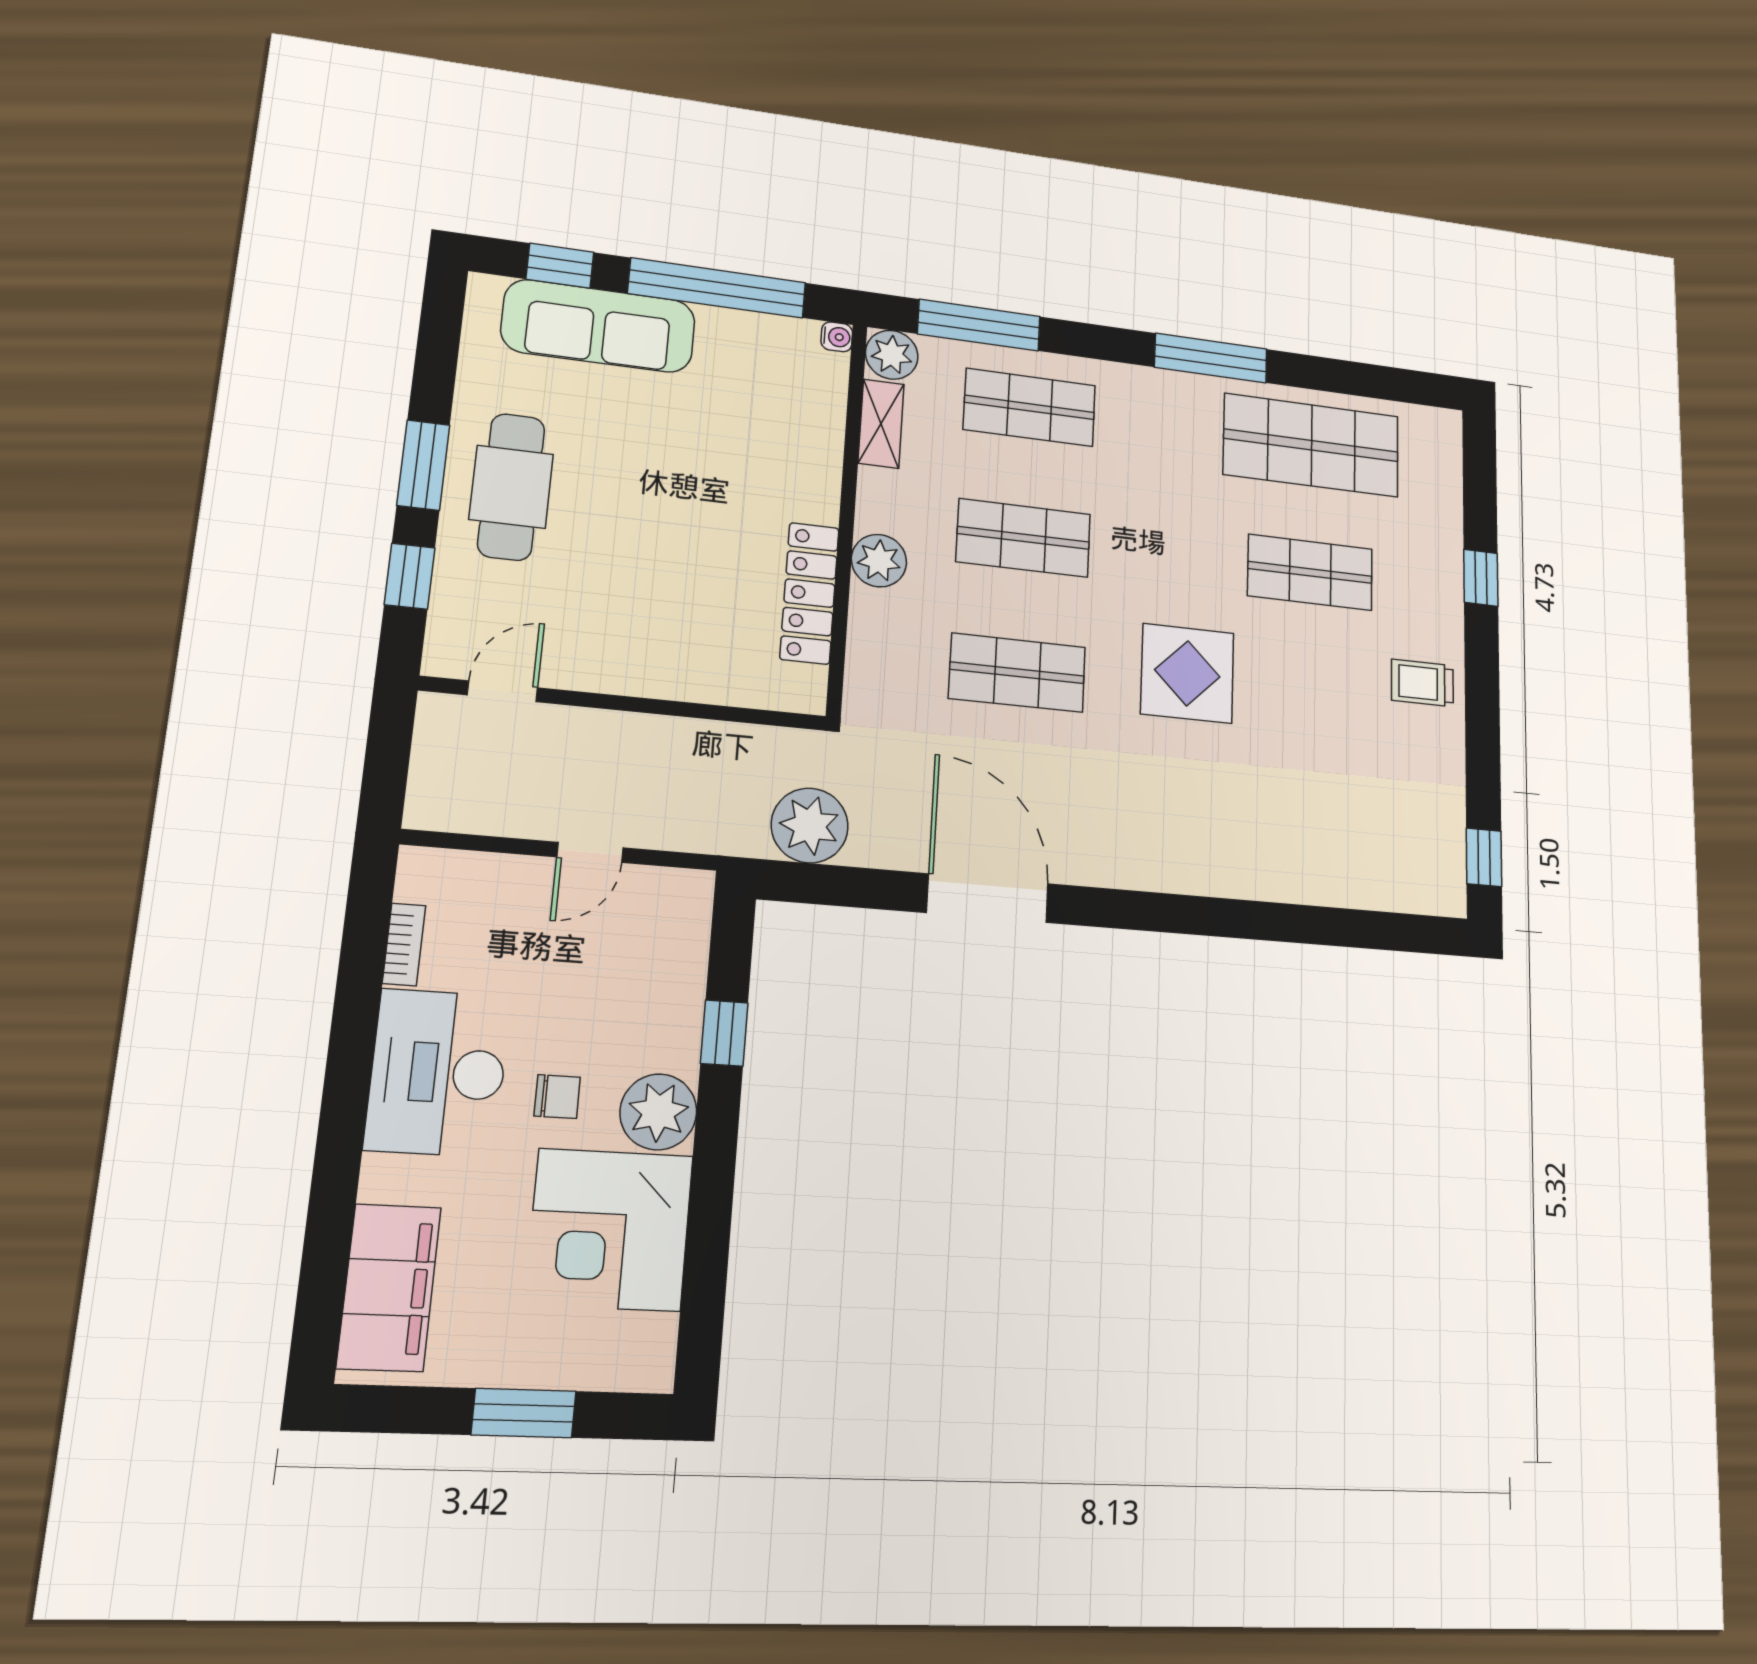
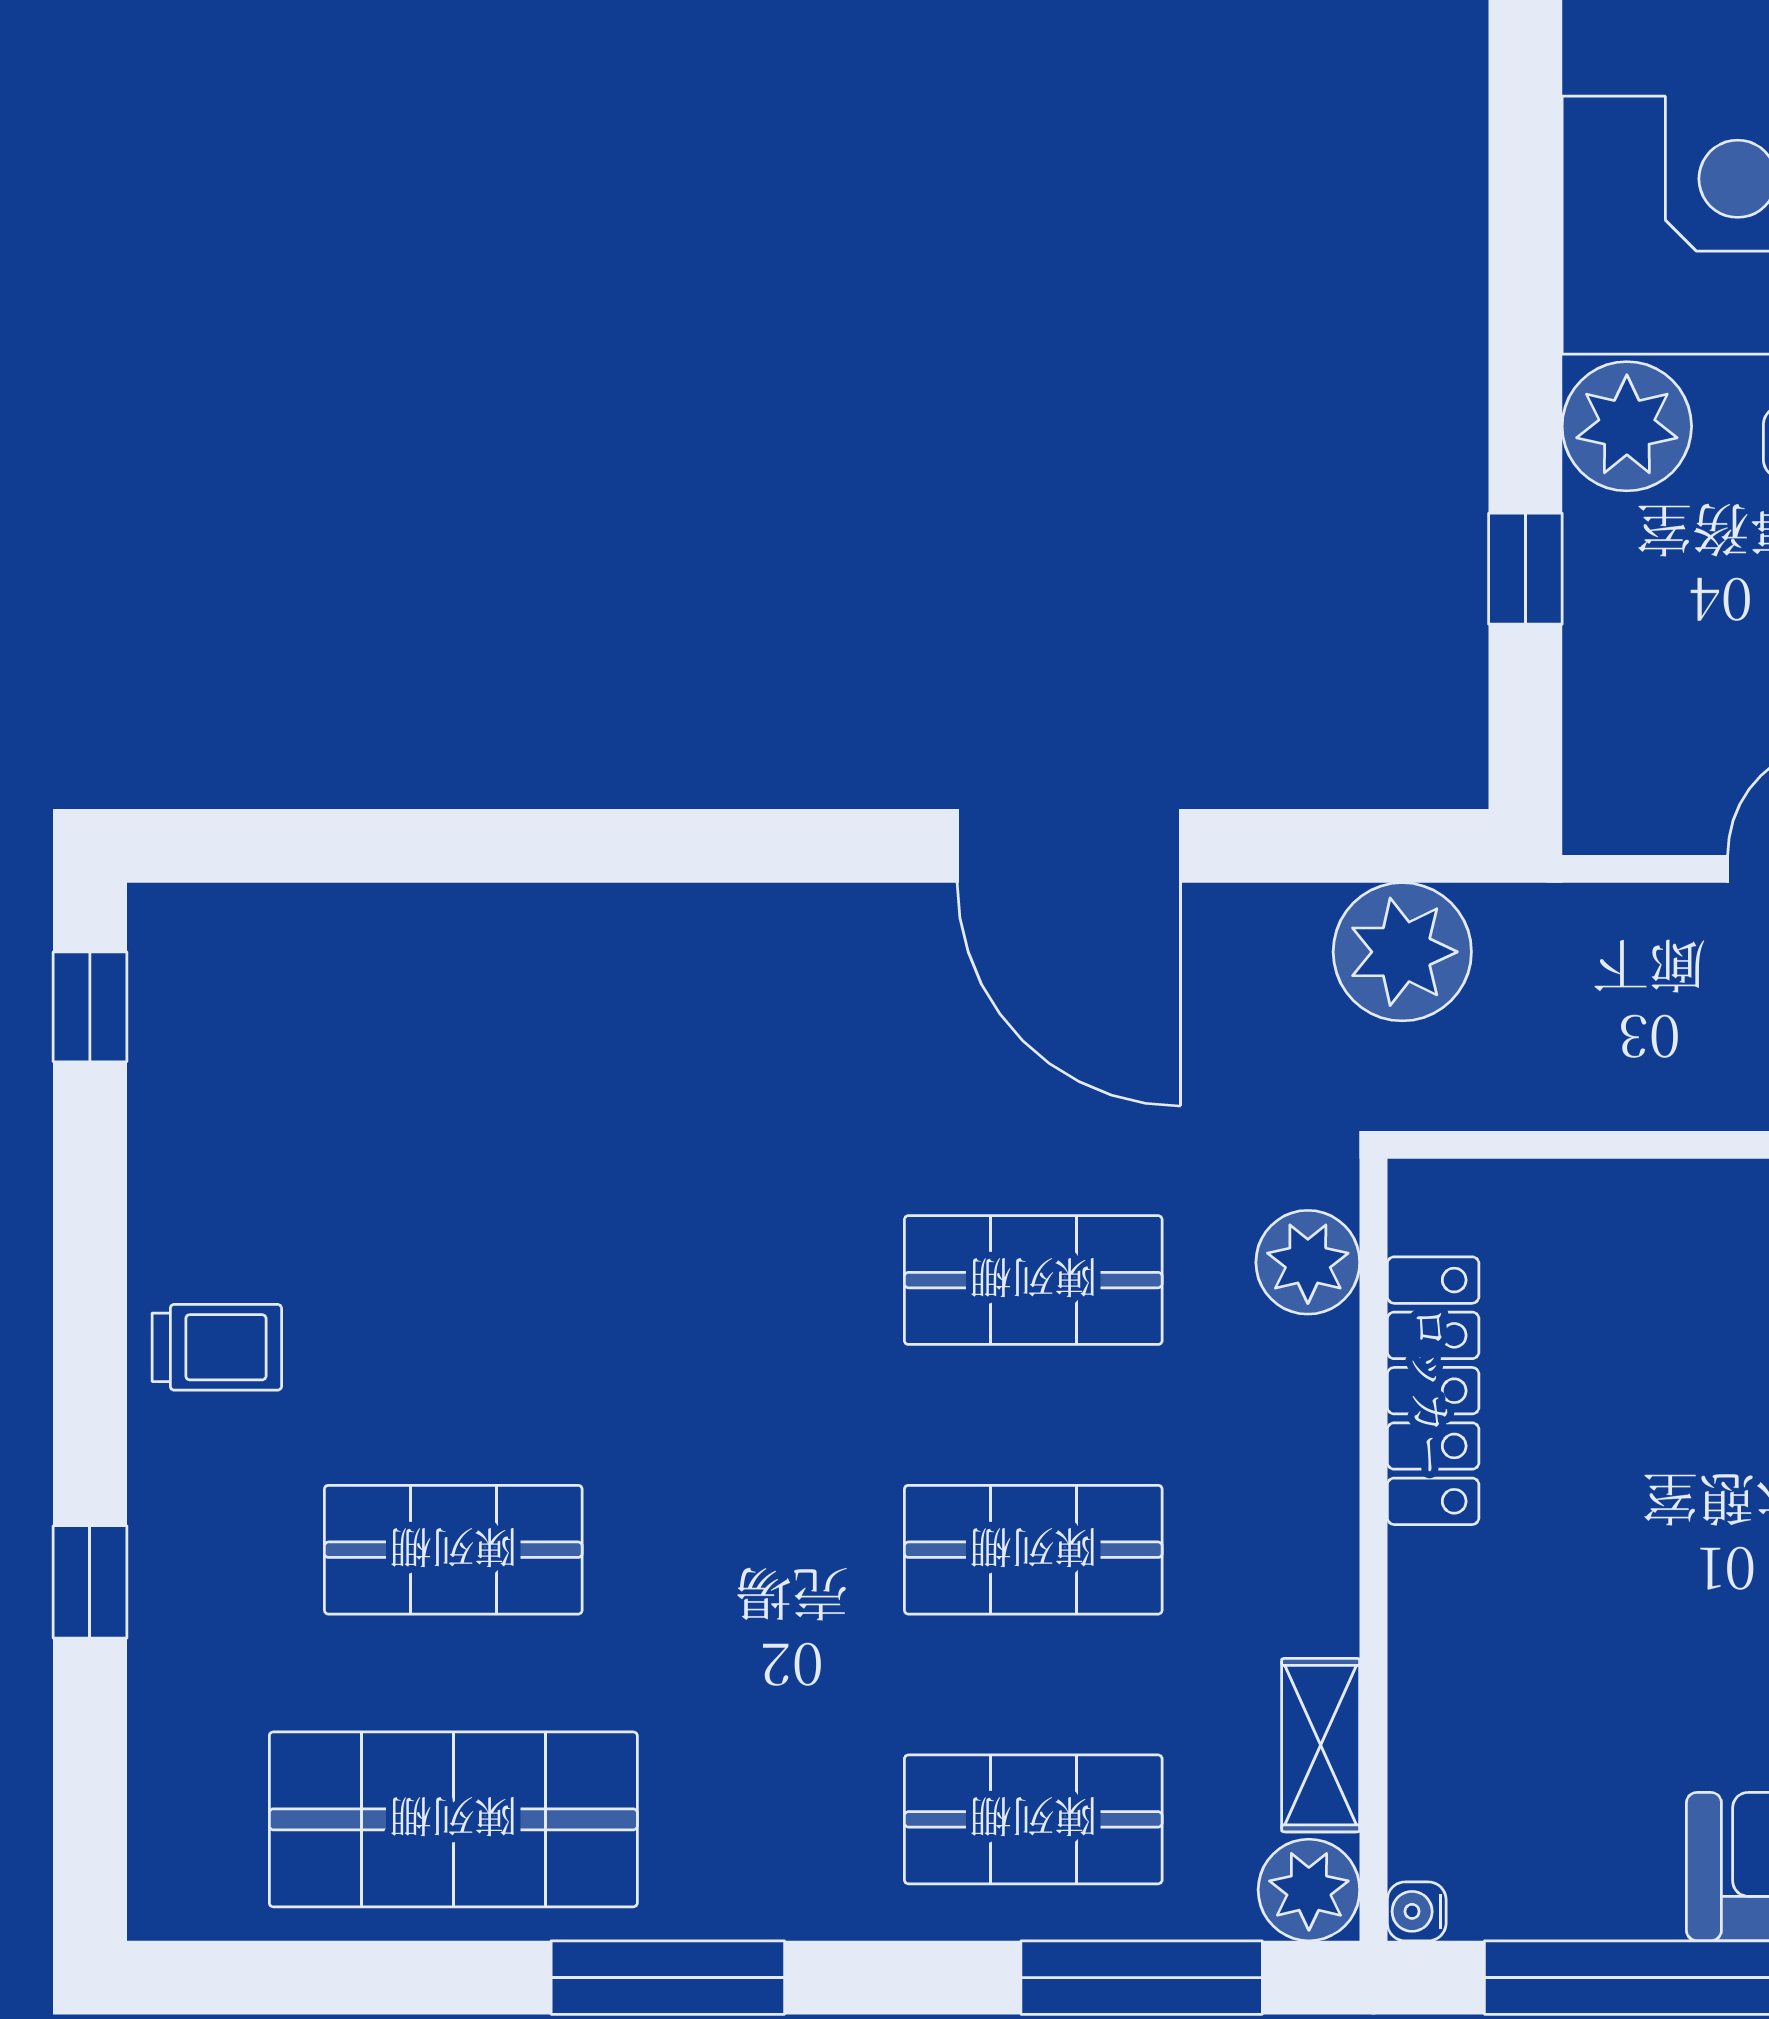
plant: (879, 561) -> (1308, 1262), moved
display table: (1187, 673) -> (700, 1315), removed

